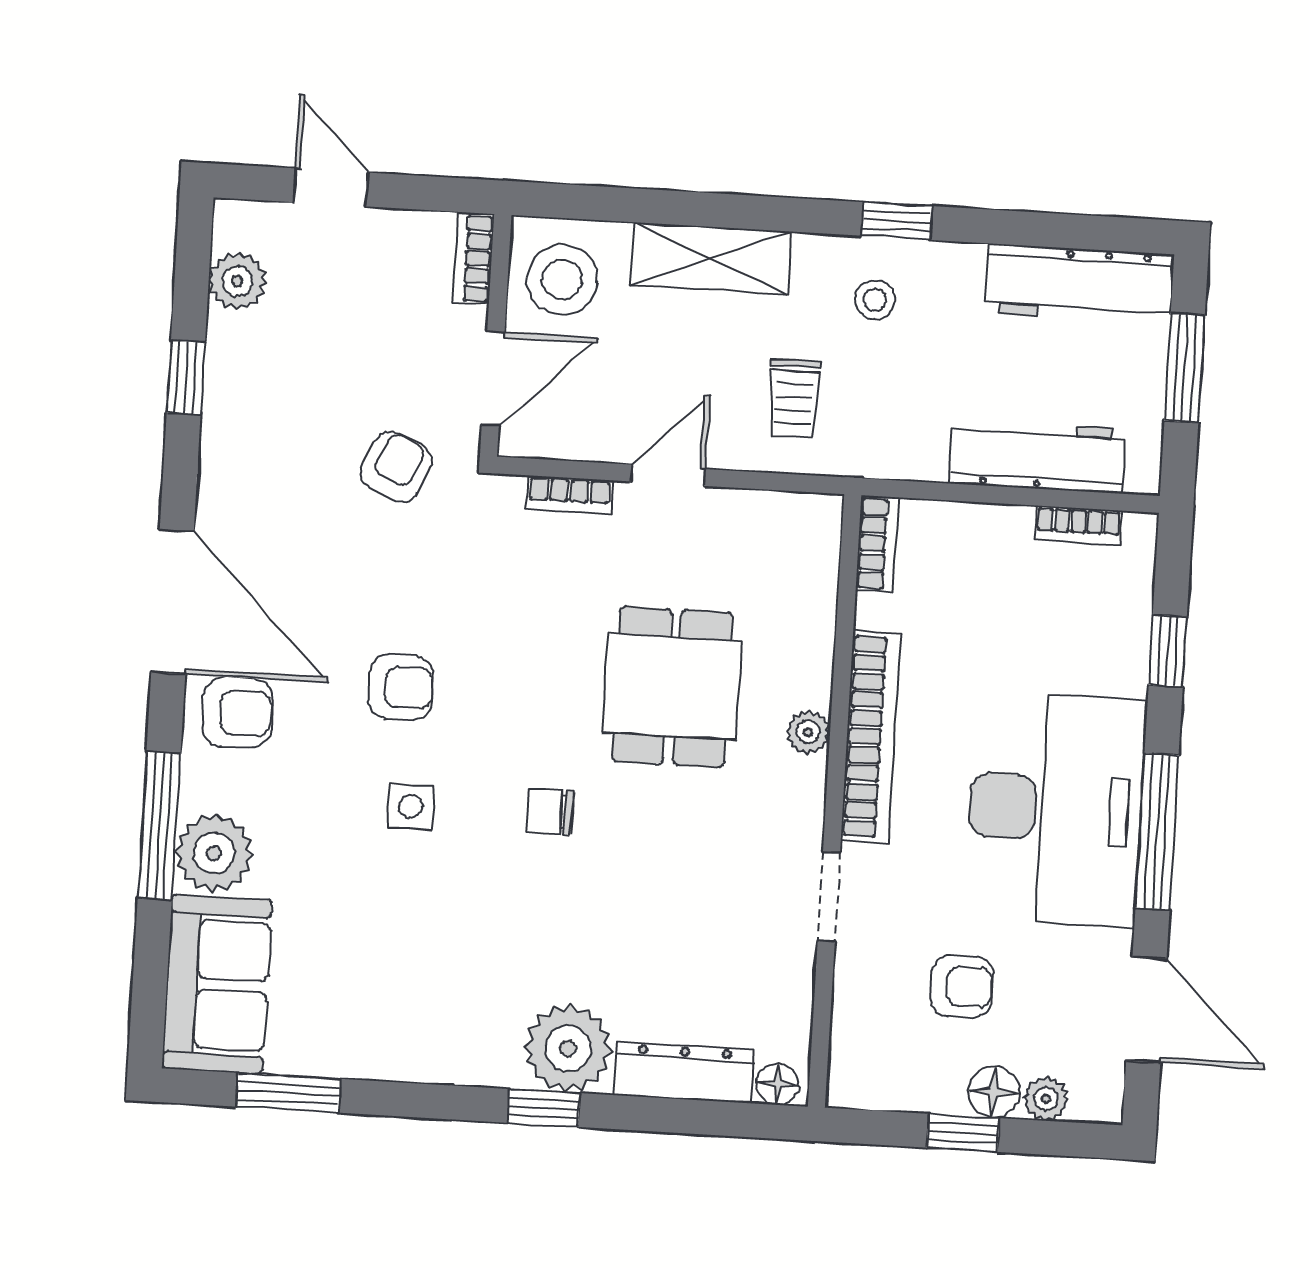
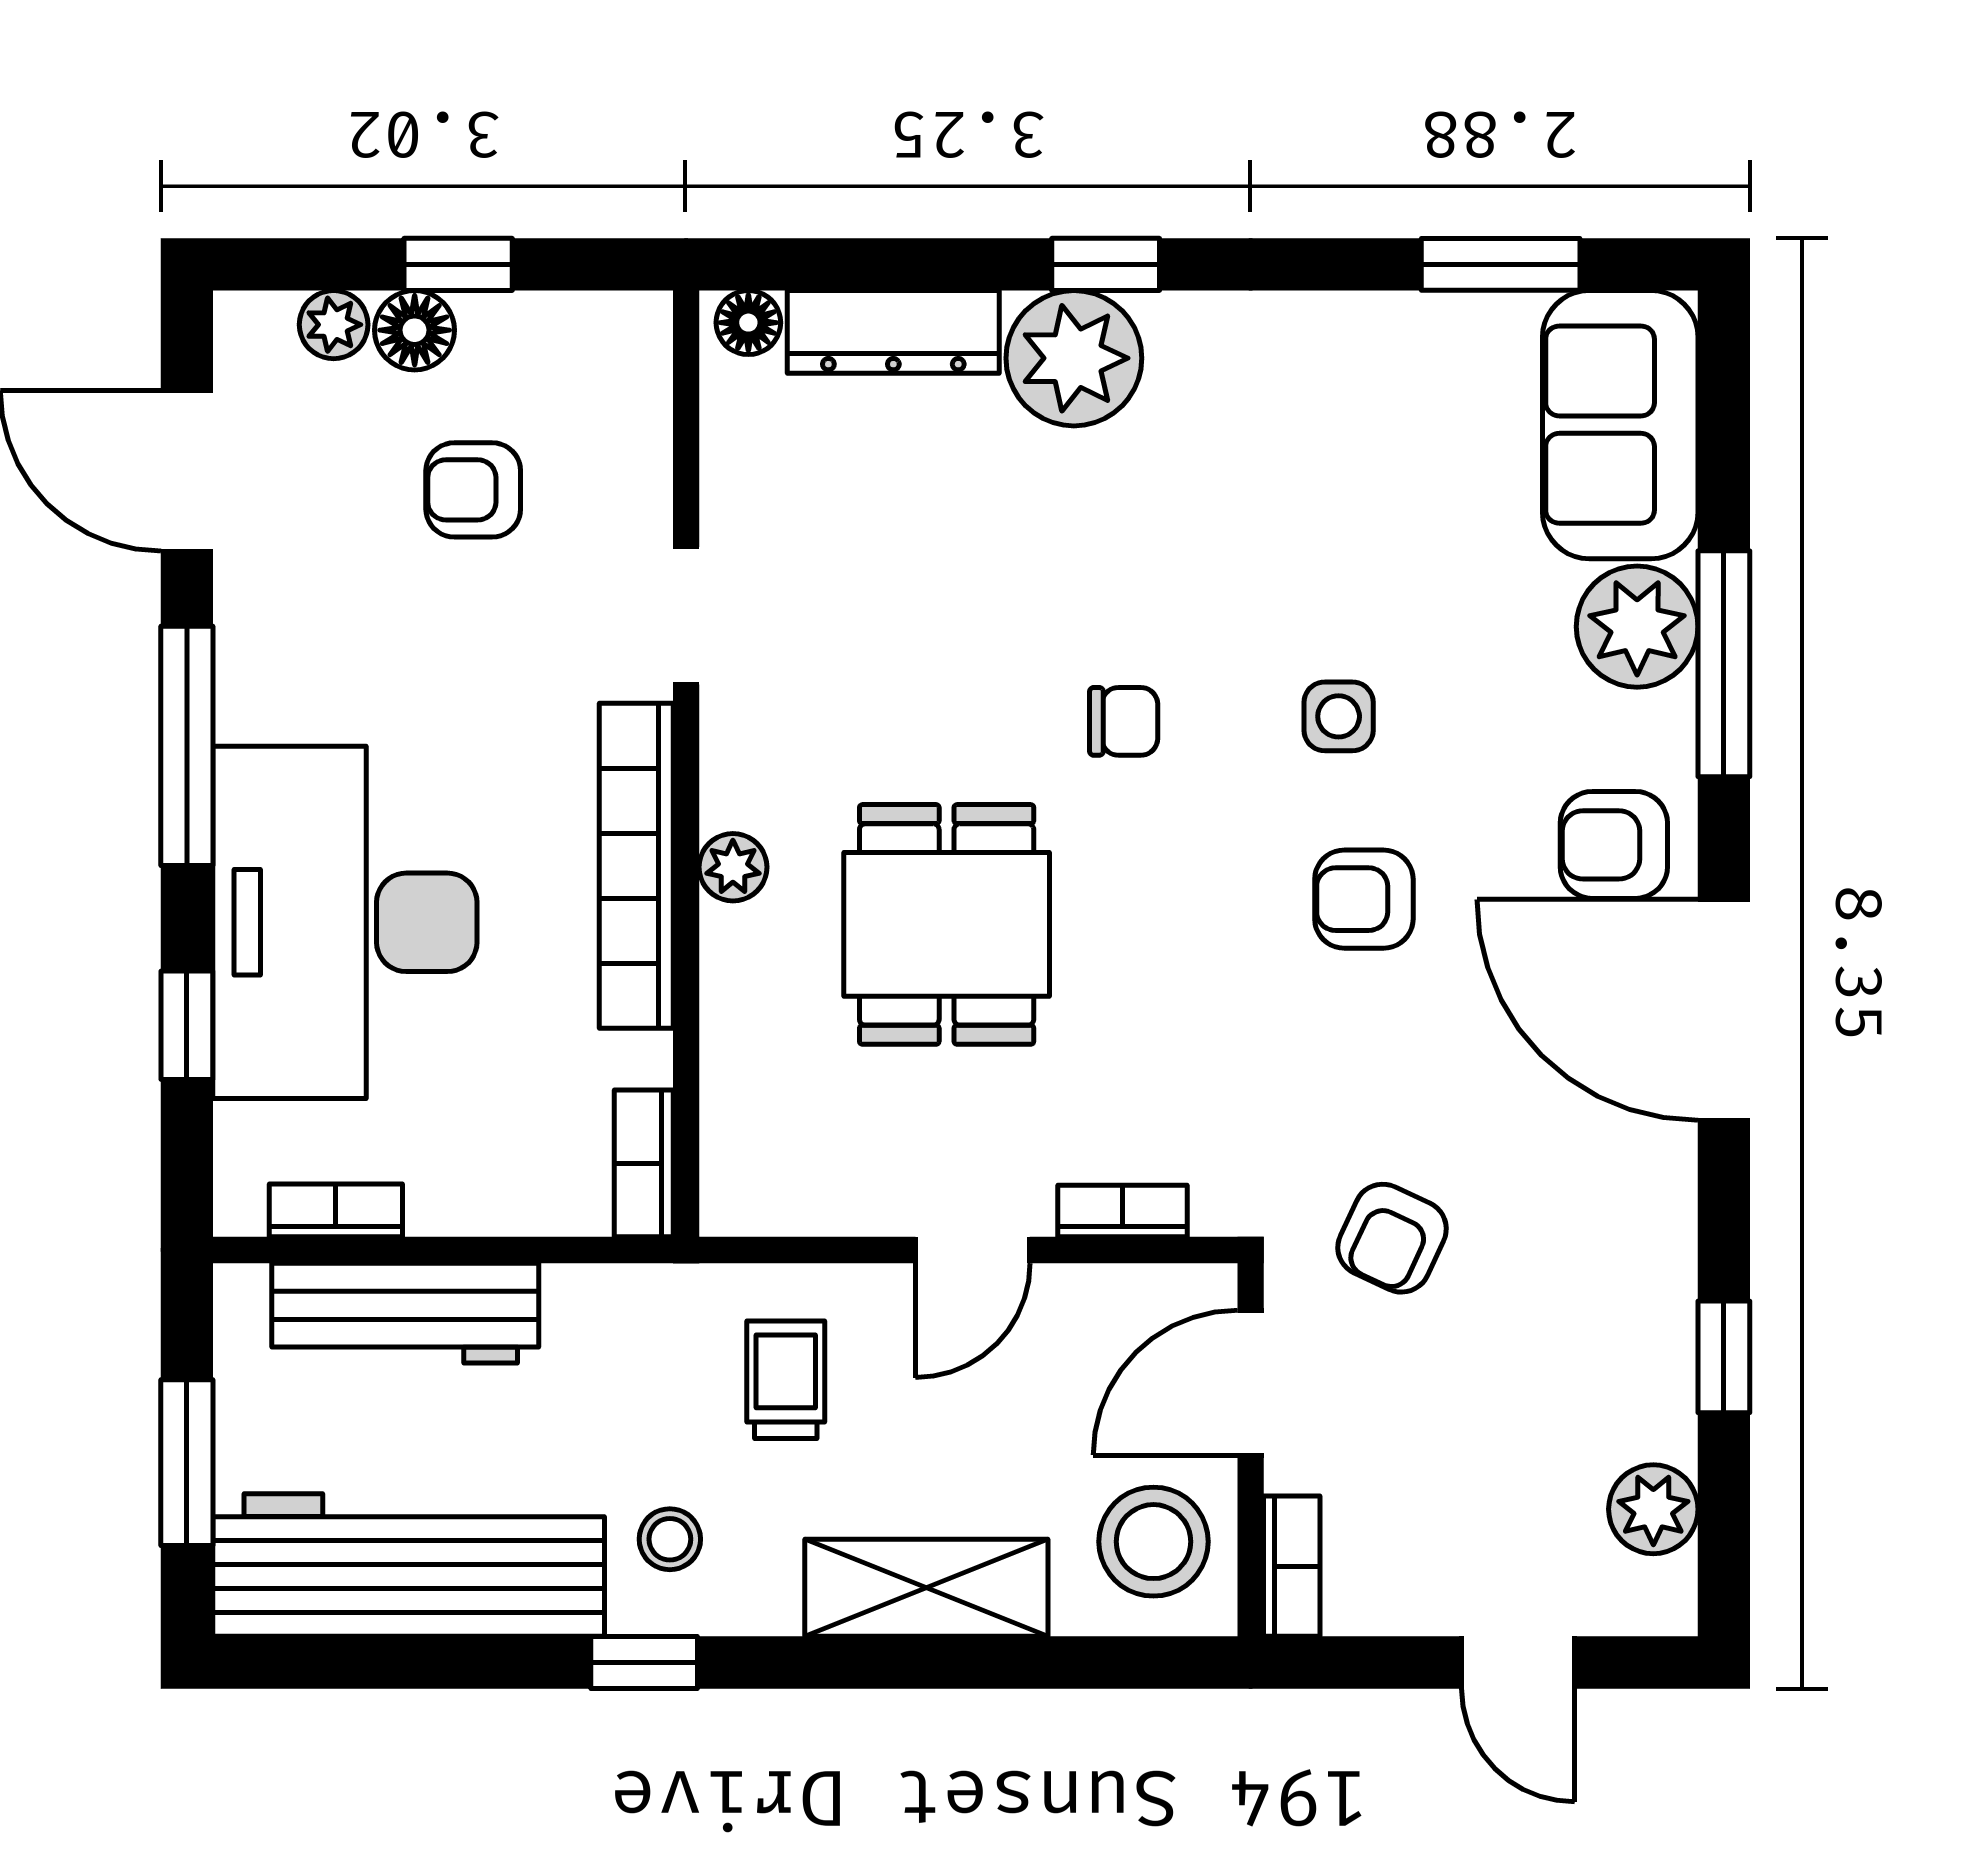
workbench: (1079, 284) -> (409, 1565), width x1.36, depth x1.32
desk: (1056, 809) -> (345, 922), moved

